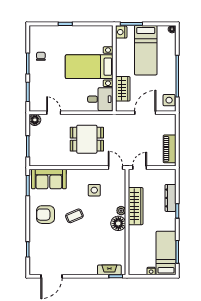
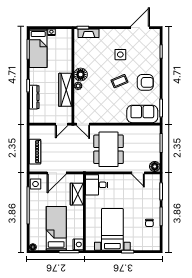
bed with nightstands: (89, 67) -> (112, 229), moved, turned -90
dining table: (87, 139) -> (109, 149), width x1.38
piano: (170, 149) -> (35, 152), moved
side table: (94, 190) -> (120, 55), moved

